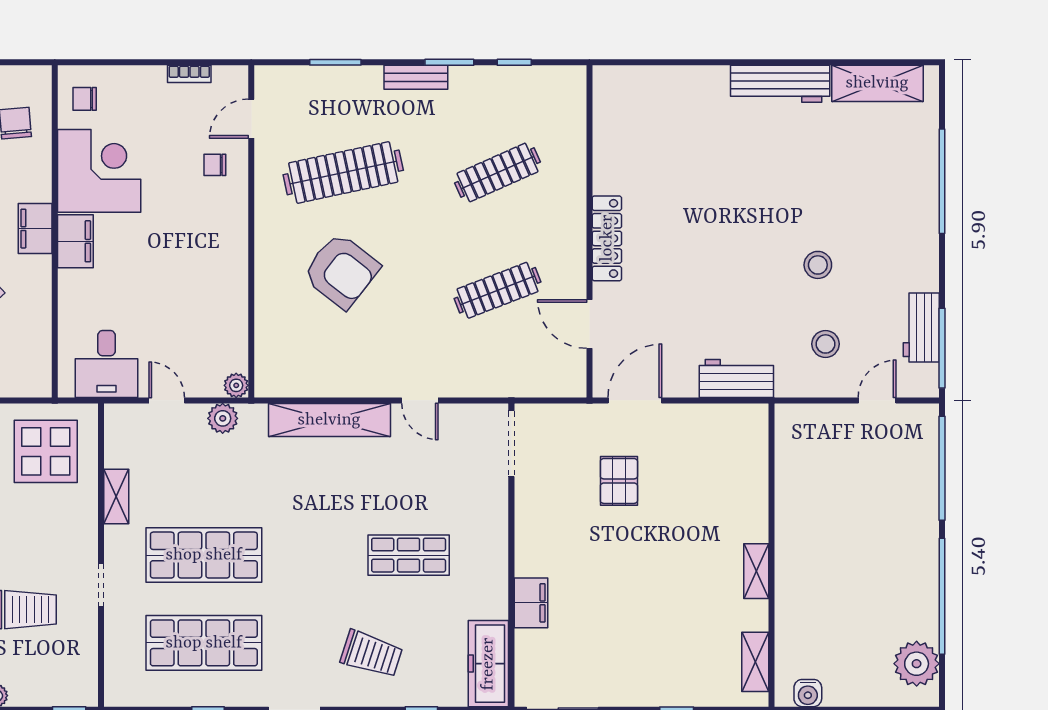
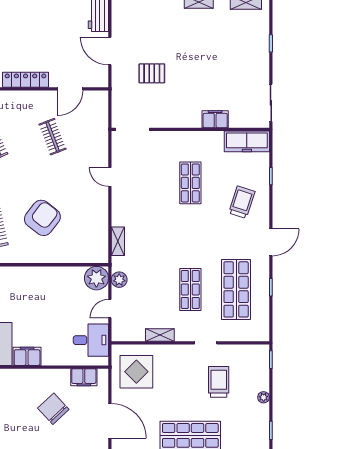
filing cabinet: (35, 229) -> (84, 377), moved
clothes rail: (498, 290) -> (52, 137), width x0.73
plant: (236, 385) -> (96, 278), width x1.87, depth x1.87
door: (420, 400) -> (110, 177), swing flipped
door: (635, 400) -> (110, 51), moved
shelving: (329, 420) -> (118, 241), width x0.45, depth x0.75
shop shelf: (204, 555) -> (190, 289), width x0.70, depth x0.74

